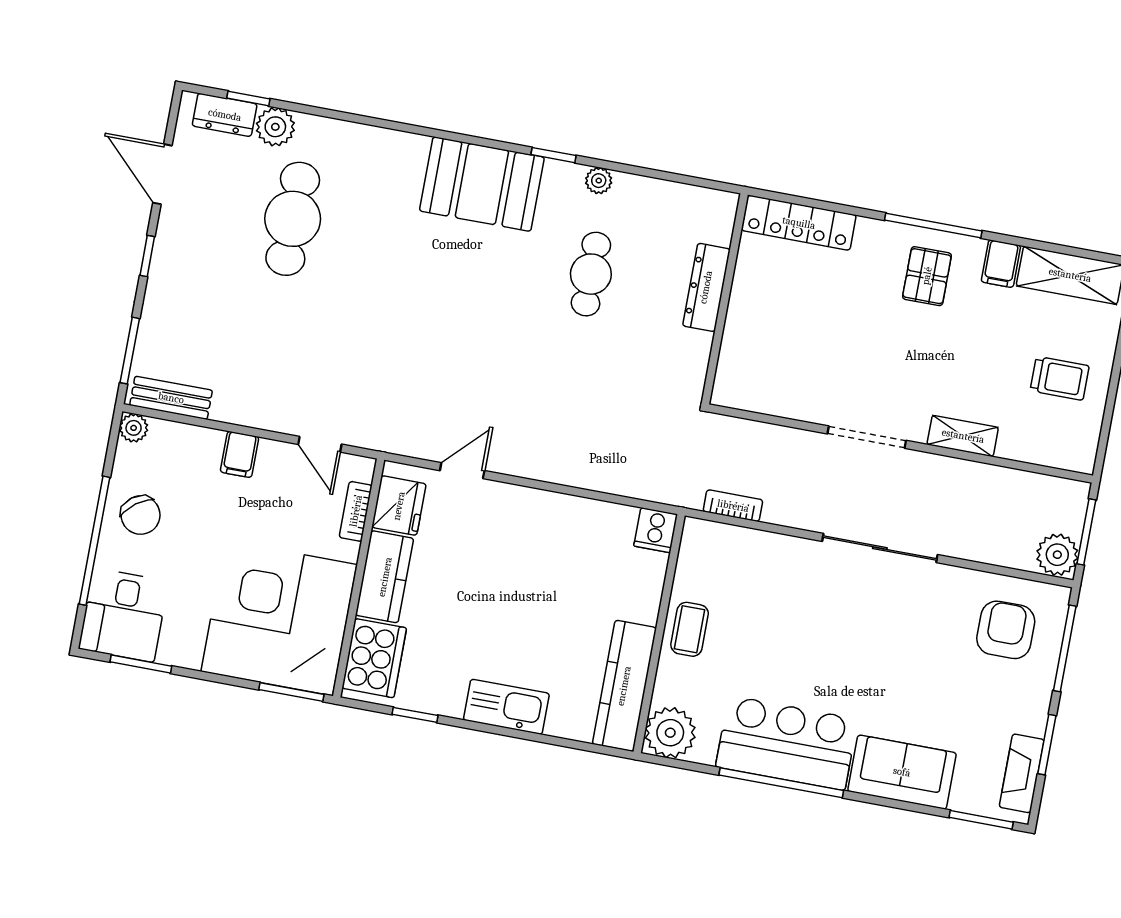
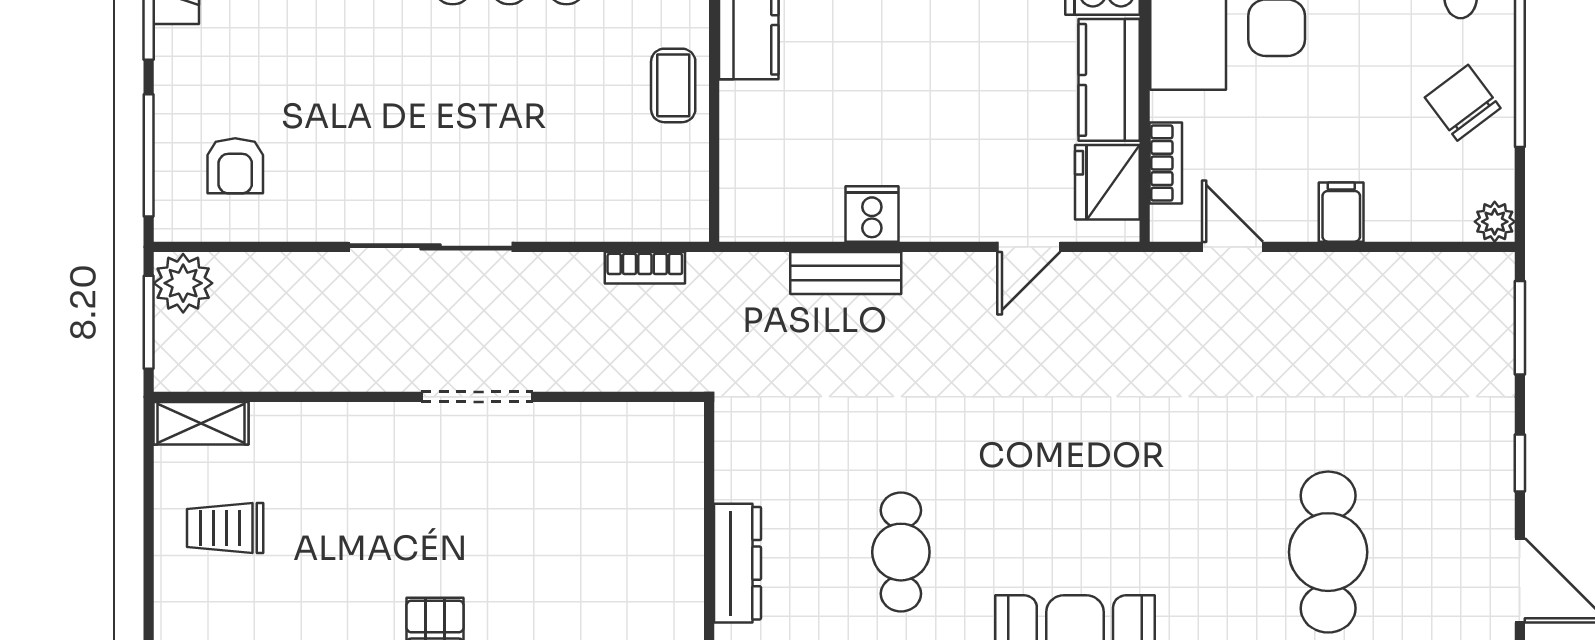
bench: (171, 398) -> (846, 273), moved
shelving: (963, 436) -> (201, 423), moved
cooker: (656, 530) -> (872, 214), moved
armchair: (1006, 630) -> (235, 166), width x0.72, depth x0.72

